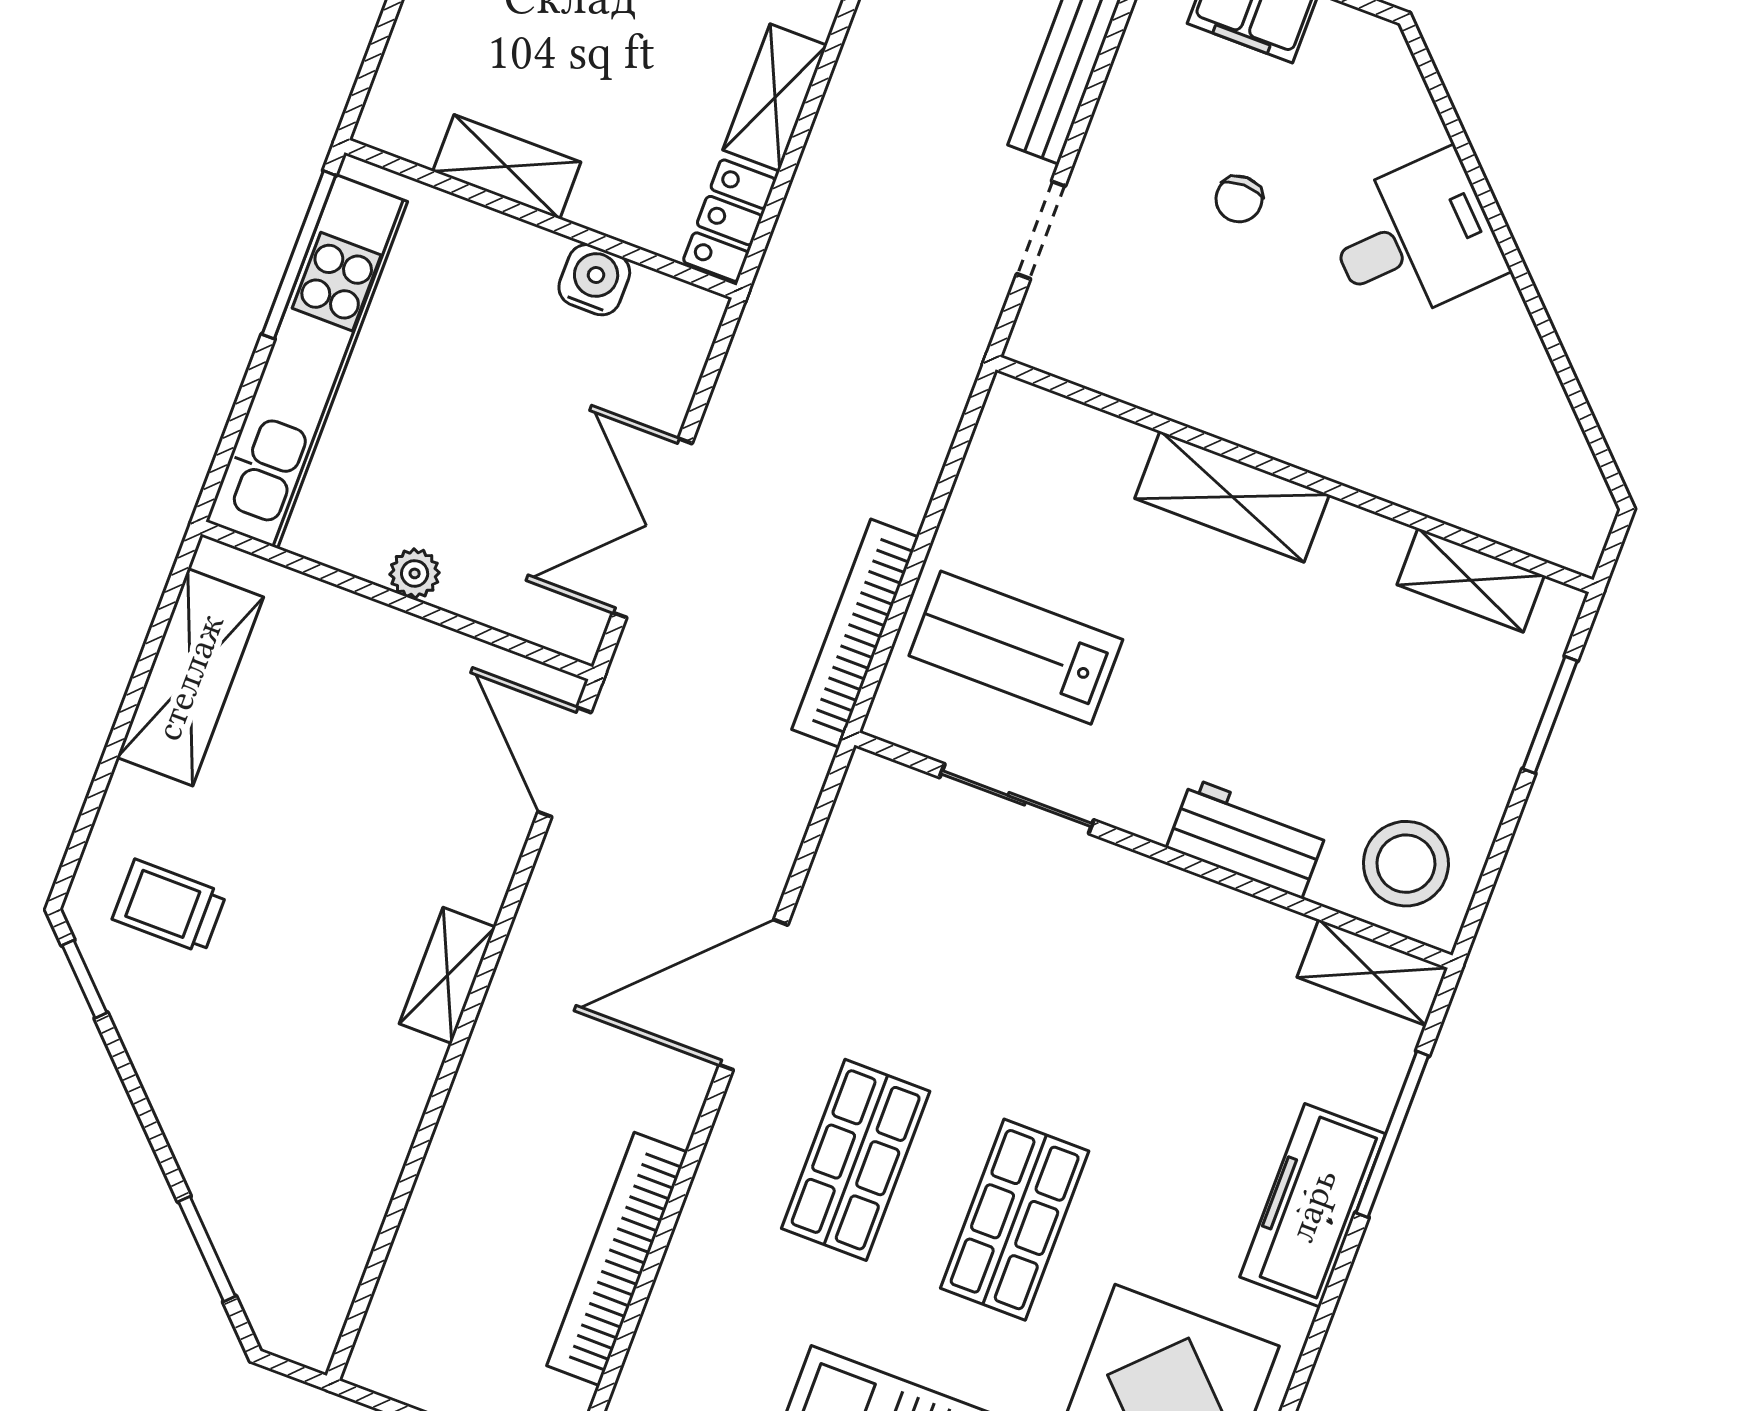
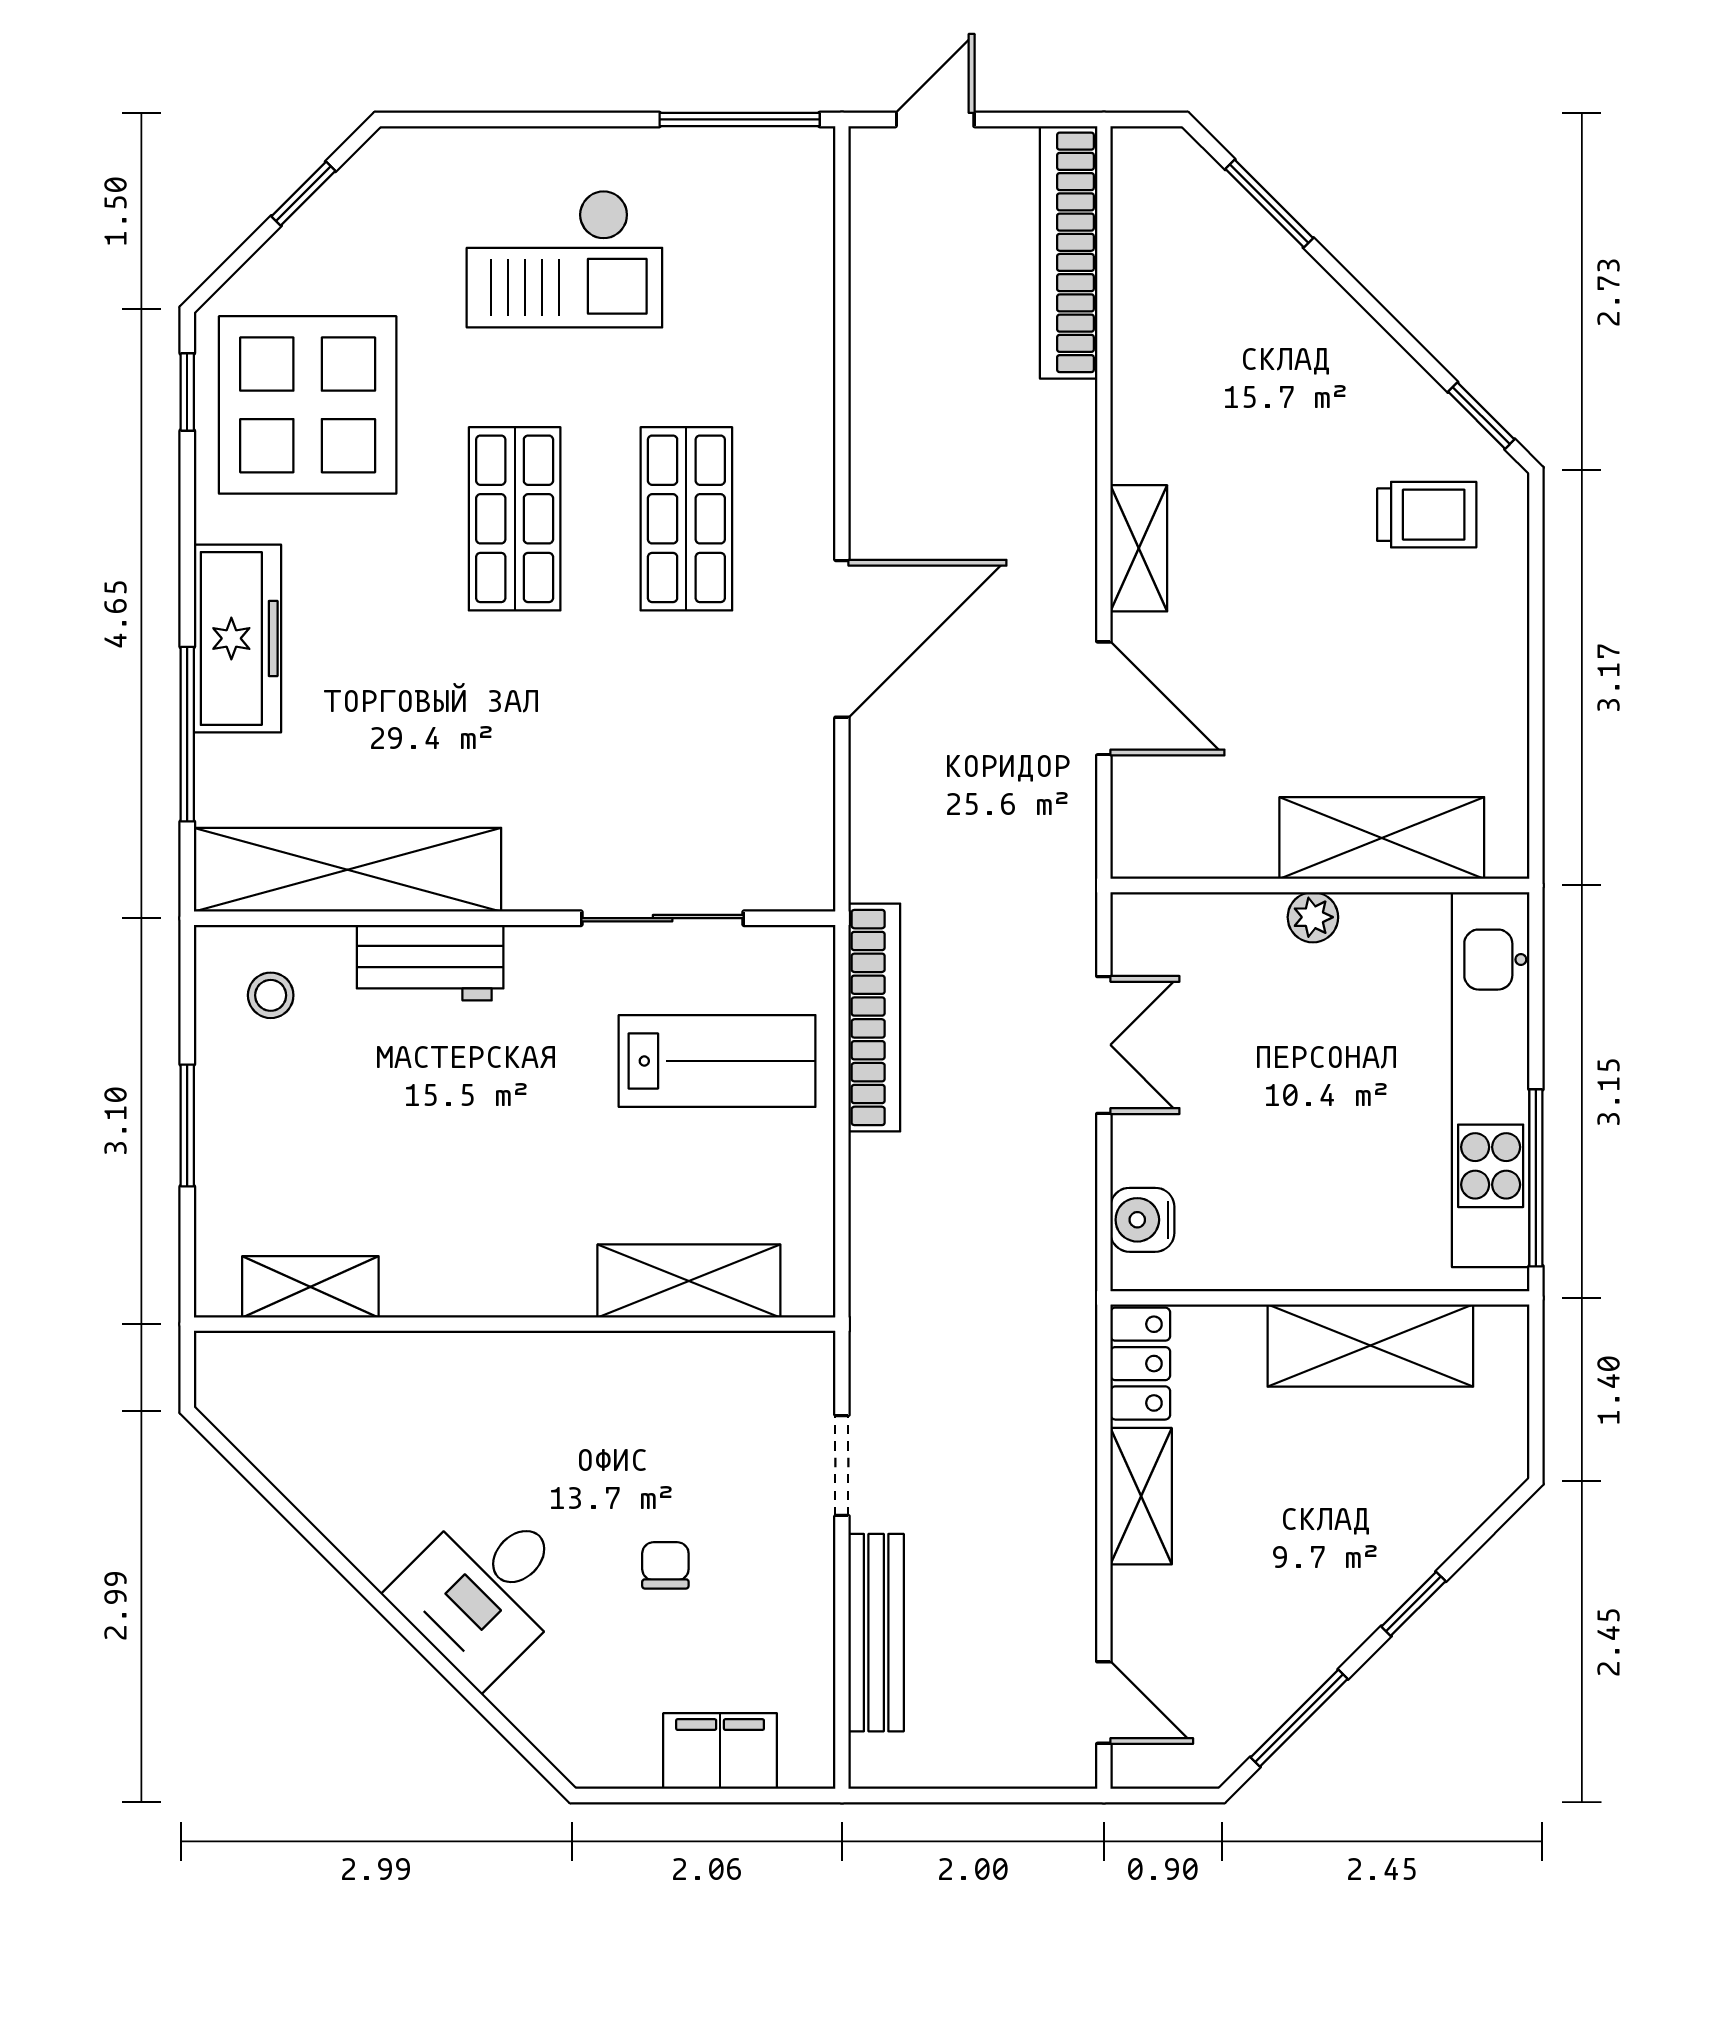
shelving: (507, 167) -> (1370, 1346), width x1.50, depth x1.33
water cooler: (594, 280) -> (1142, 1220), moved, turned 90
shelving: (1232, 497) -> (689, 1281), moved
double door: (652, 528) -> (1104, 1045), width x0.73
shelving: (190, 677) -> (1382, 838), moved, turned 90
window: (1550, 715) -> (187, 1125), moved
door: (564, 762) -> (1104, 698), moved
stool: (1406, 864) -> (271, 995), width x0.53, depth x0.53
shelving: (1372, 973) -> (347, 870), width x2.20, depth x1.33
bookcase: (617, 1259) -> (1069, 252), moved, turned 180

